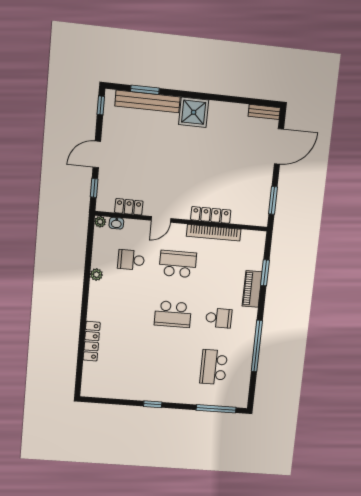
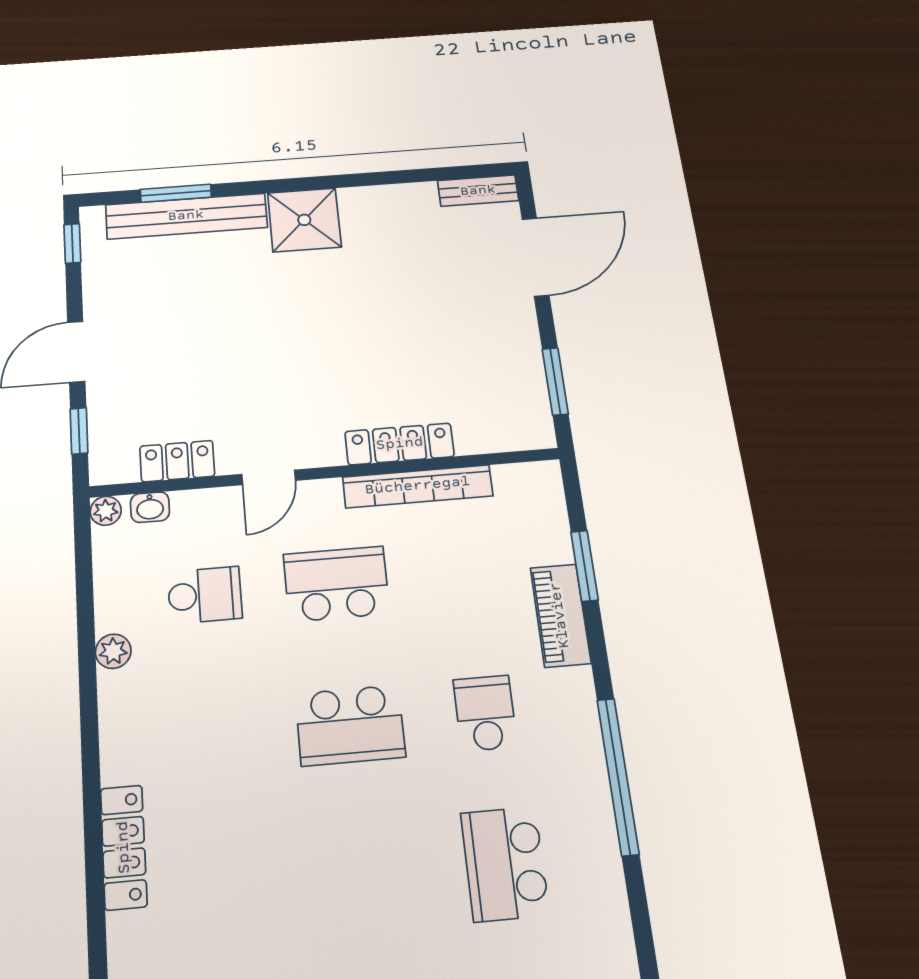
school desk: (131, 260) -> (205, 595), turned 180
school desk: (219, 318) -> (485, 713), turned -90

